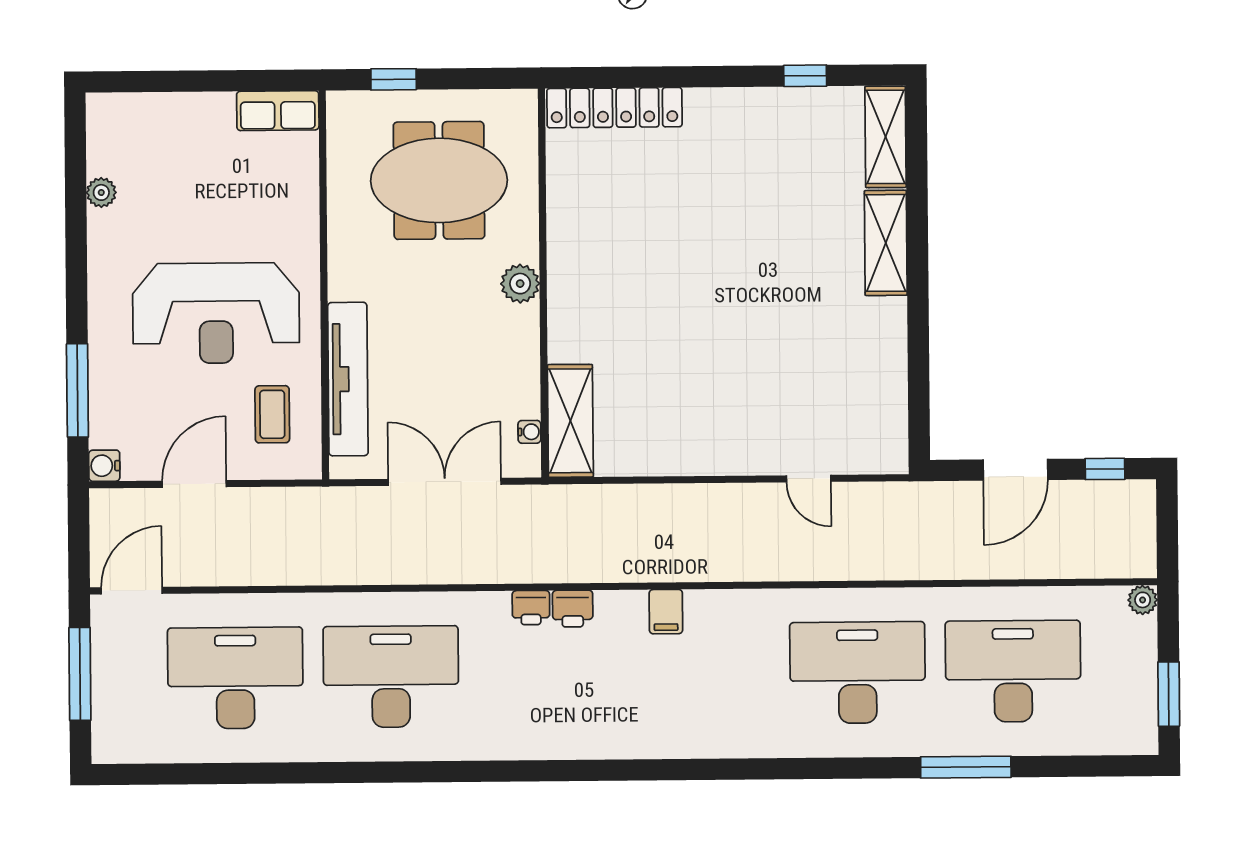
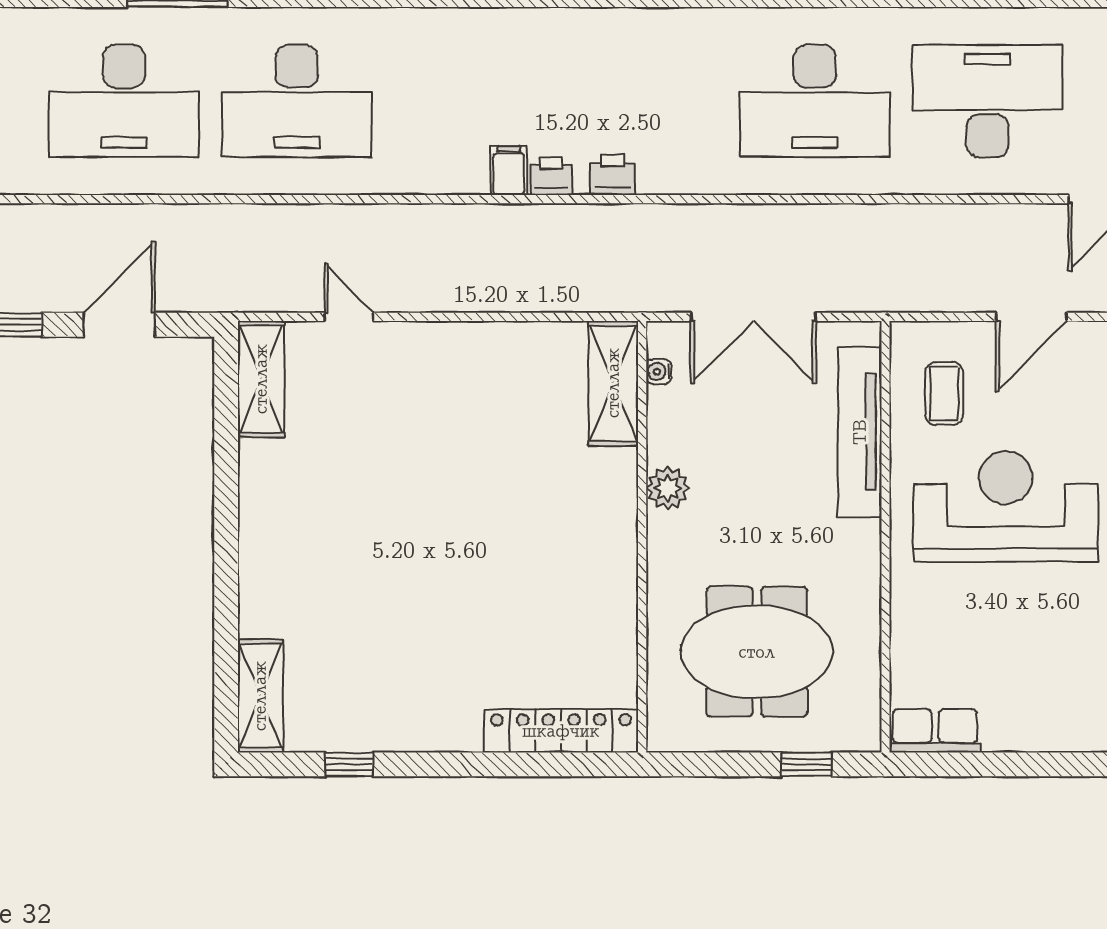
shelving: (886, 243) -> (261, 379), moved
plant: (520, 284) -> (668, 488), moved
printer: (531, 608) -> (551, 176), moved
desk: (235, 678) -> (988, 101), turned 180

